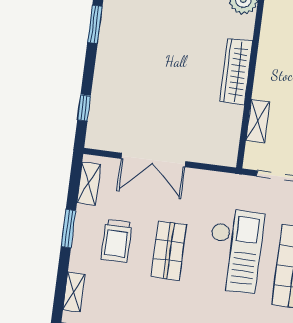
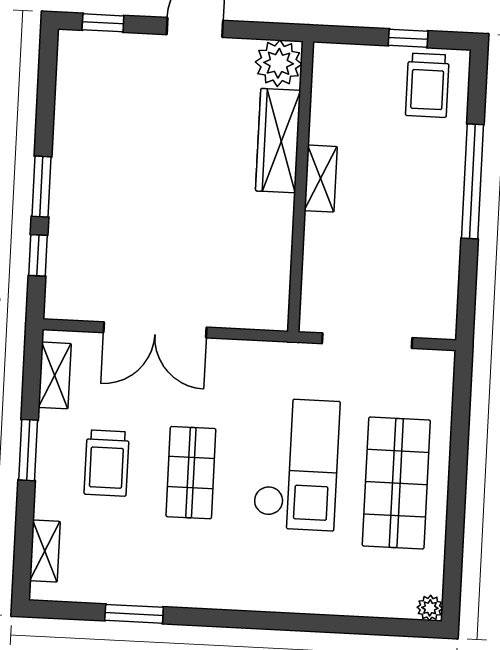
window: (95, 24) -> (41, 187), moved
wardrobe: (236, 71) -> (278, 141), moved
shelving: (258, 121) -> (321, 179), moved

